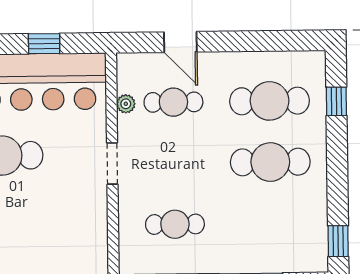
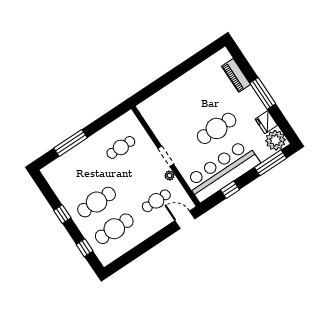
door: (180, 42) -> (185, 220), moved
plant: (126, 104) -> (170, 176), moved
window: (338, 241) -> (62, 214), moved

